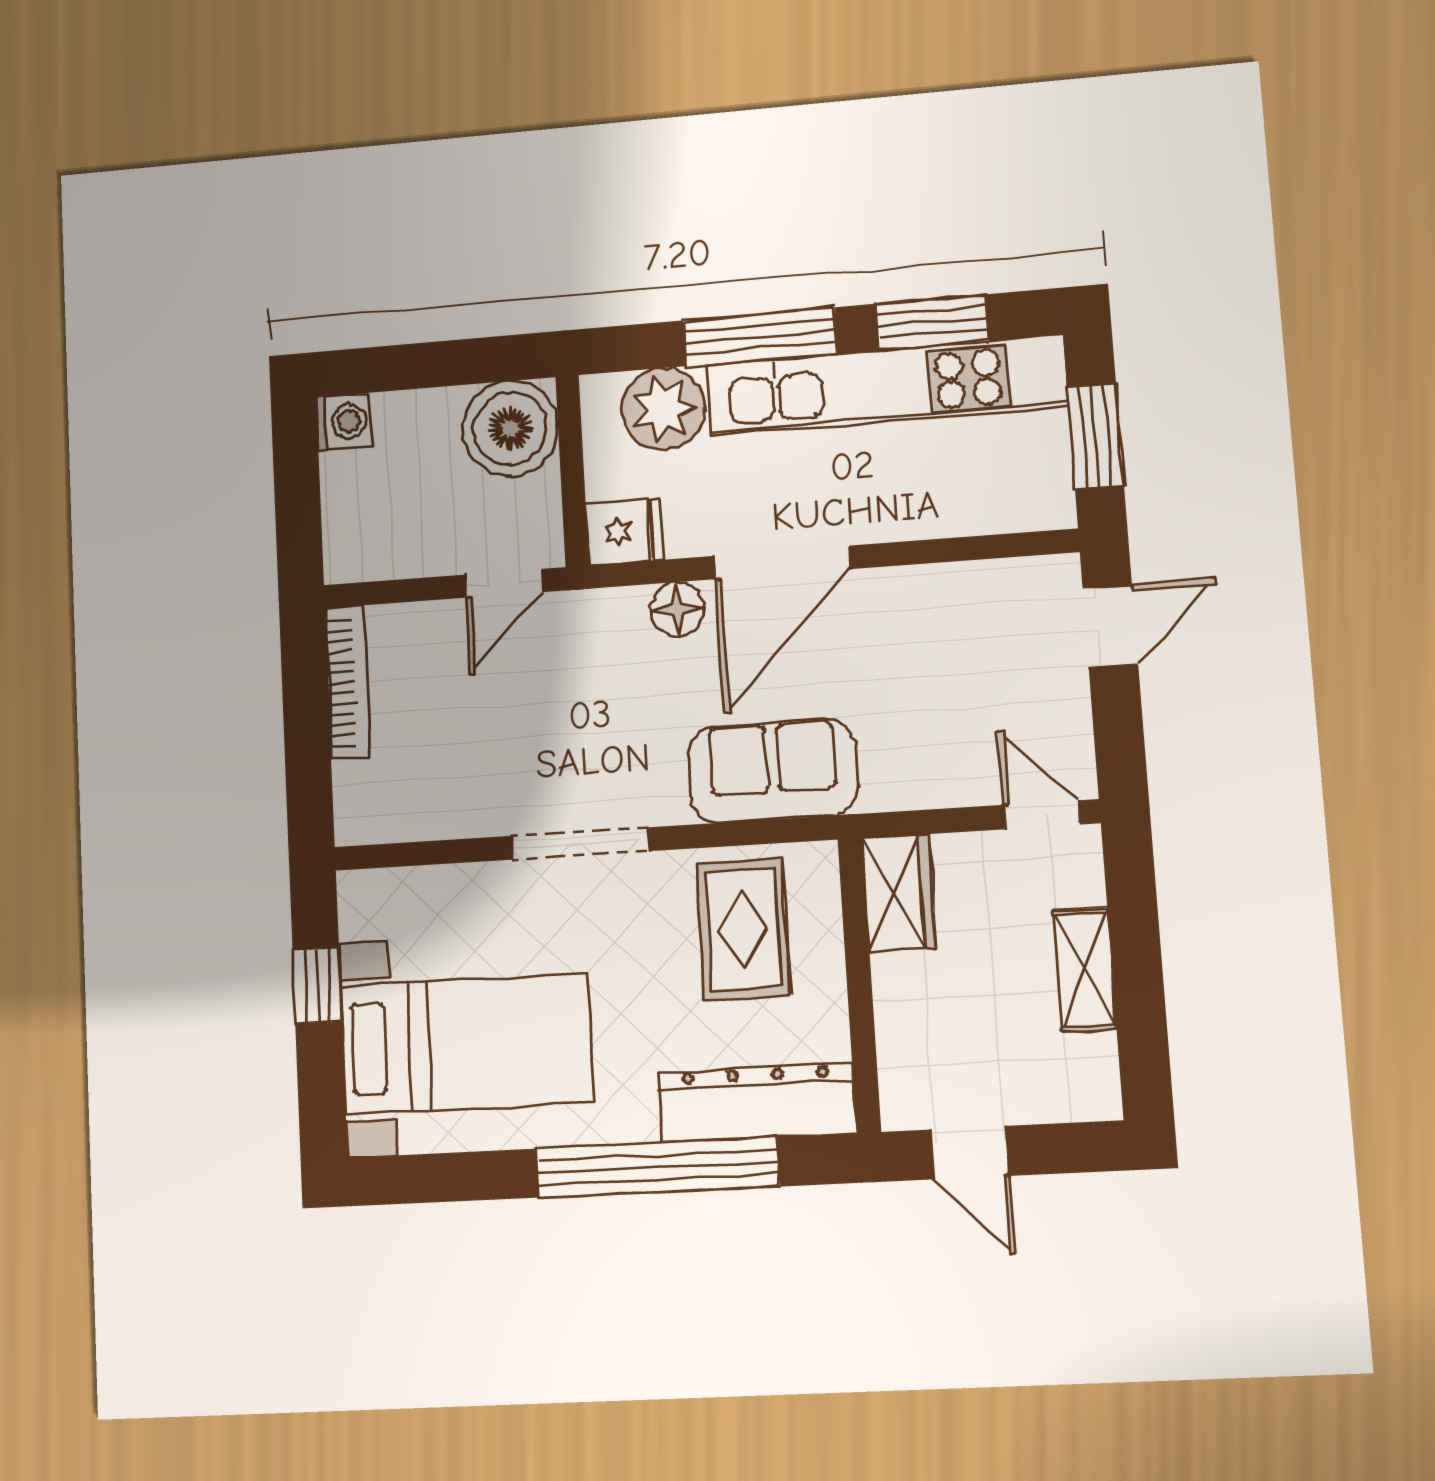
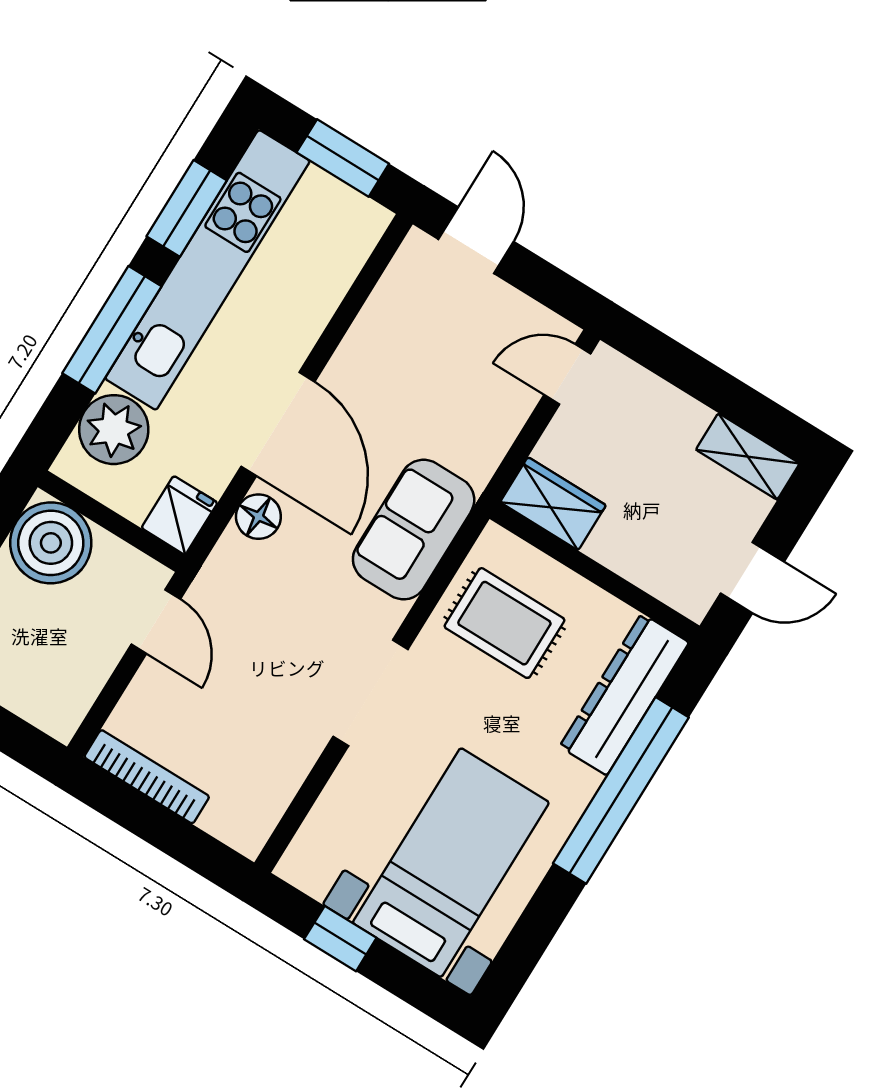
shelving: (1084, 969) -> (748, 456), moved

